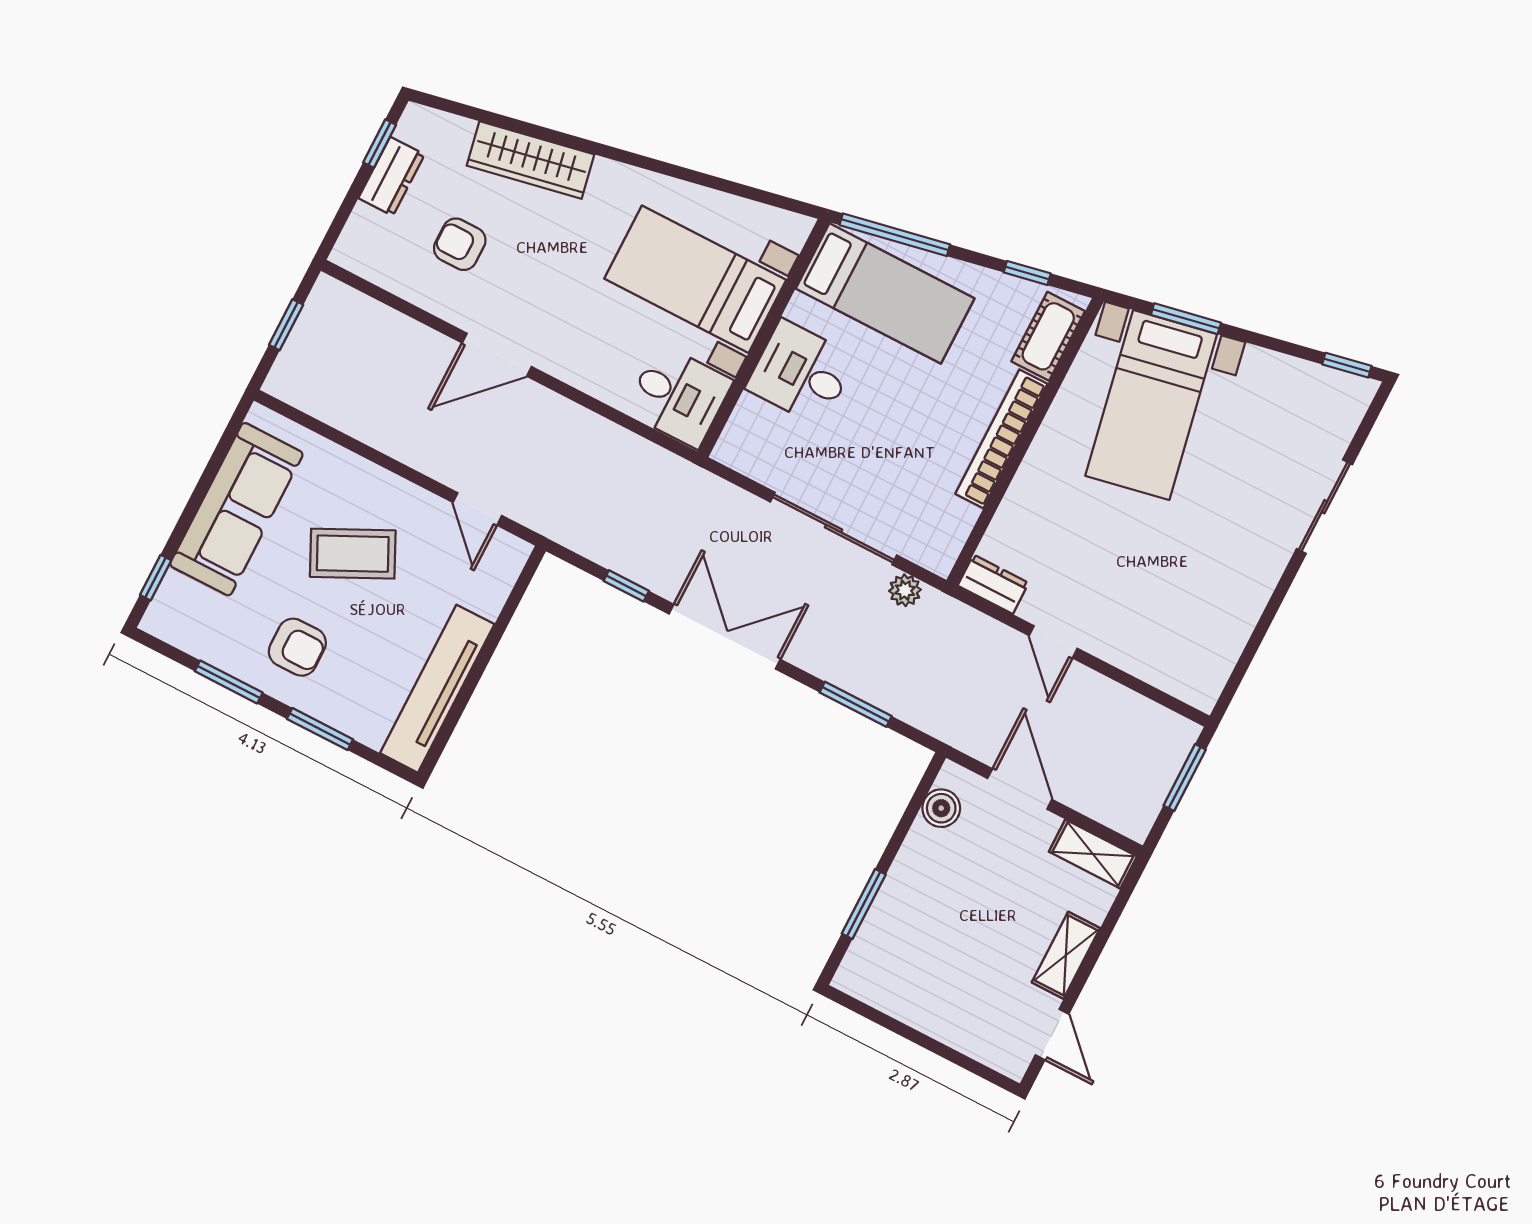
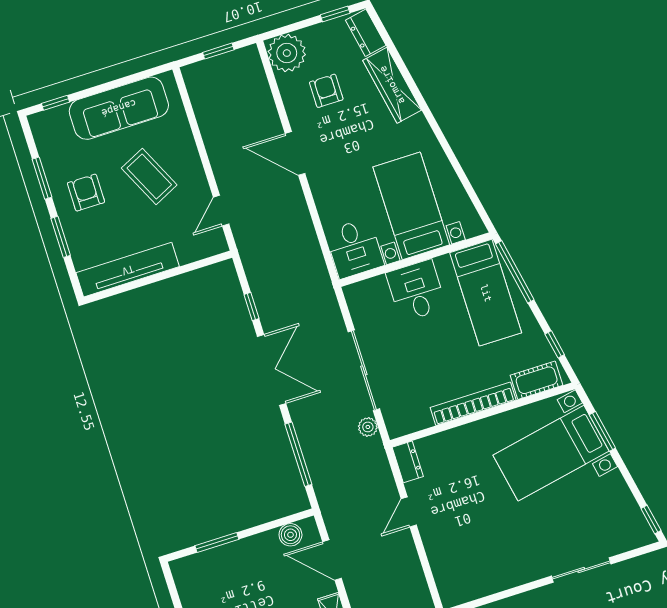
dresser: (391, 176) -> (366, 33), moved, turned 79
plant: (369, 246) -> (287, 53), added
armchair: (297, 647) -> (86, 193), turned 180
window: (856, 704) -> (298, 454), width x1.44
door: (1020, 789) -> (332, 560), swing flipped

